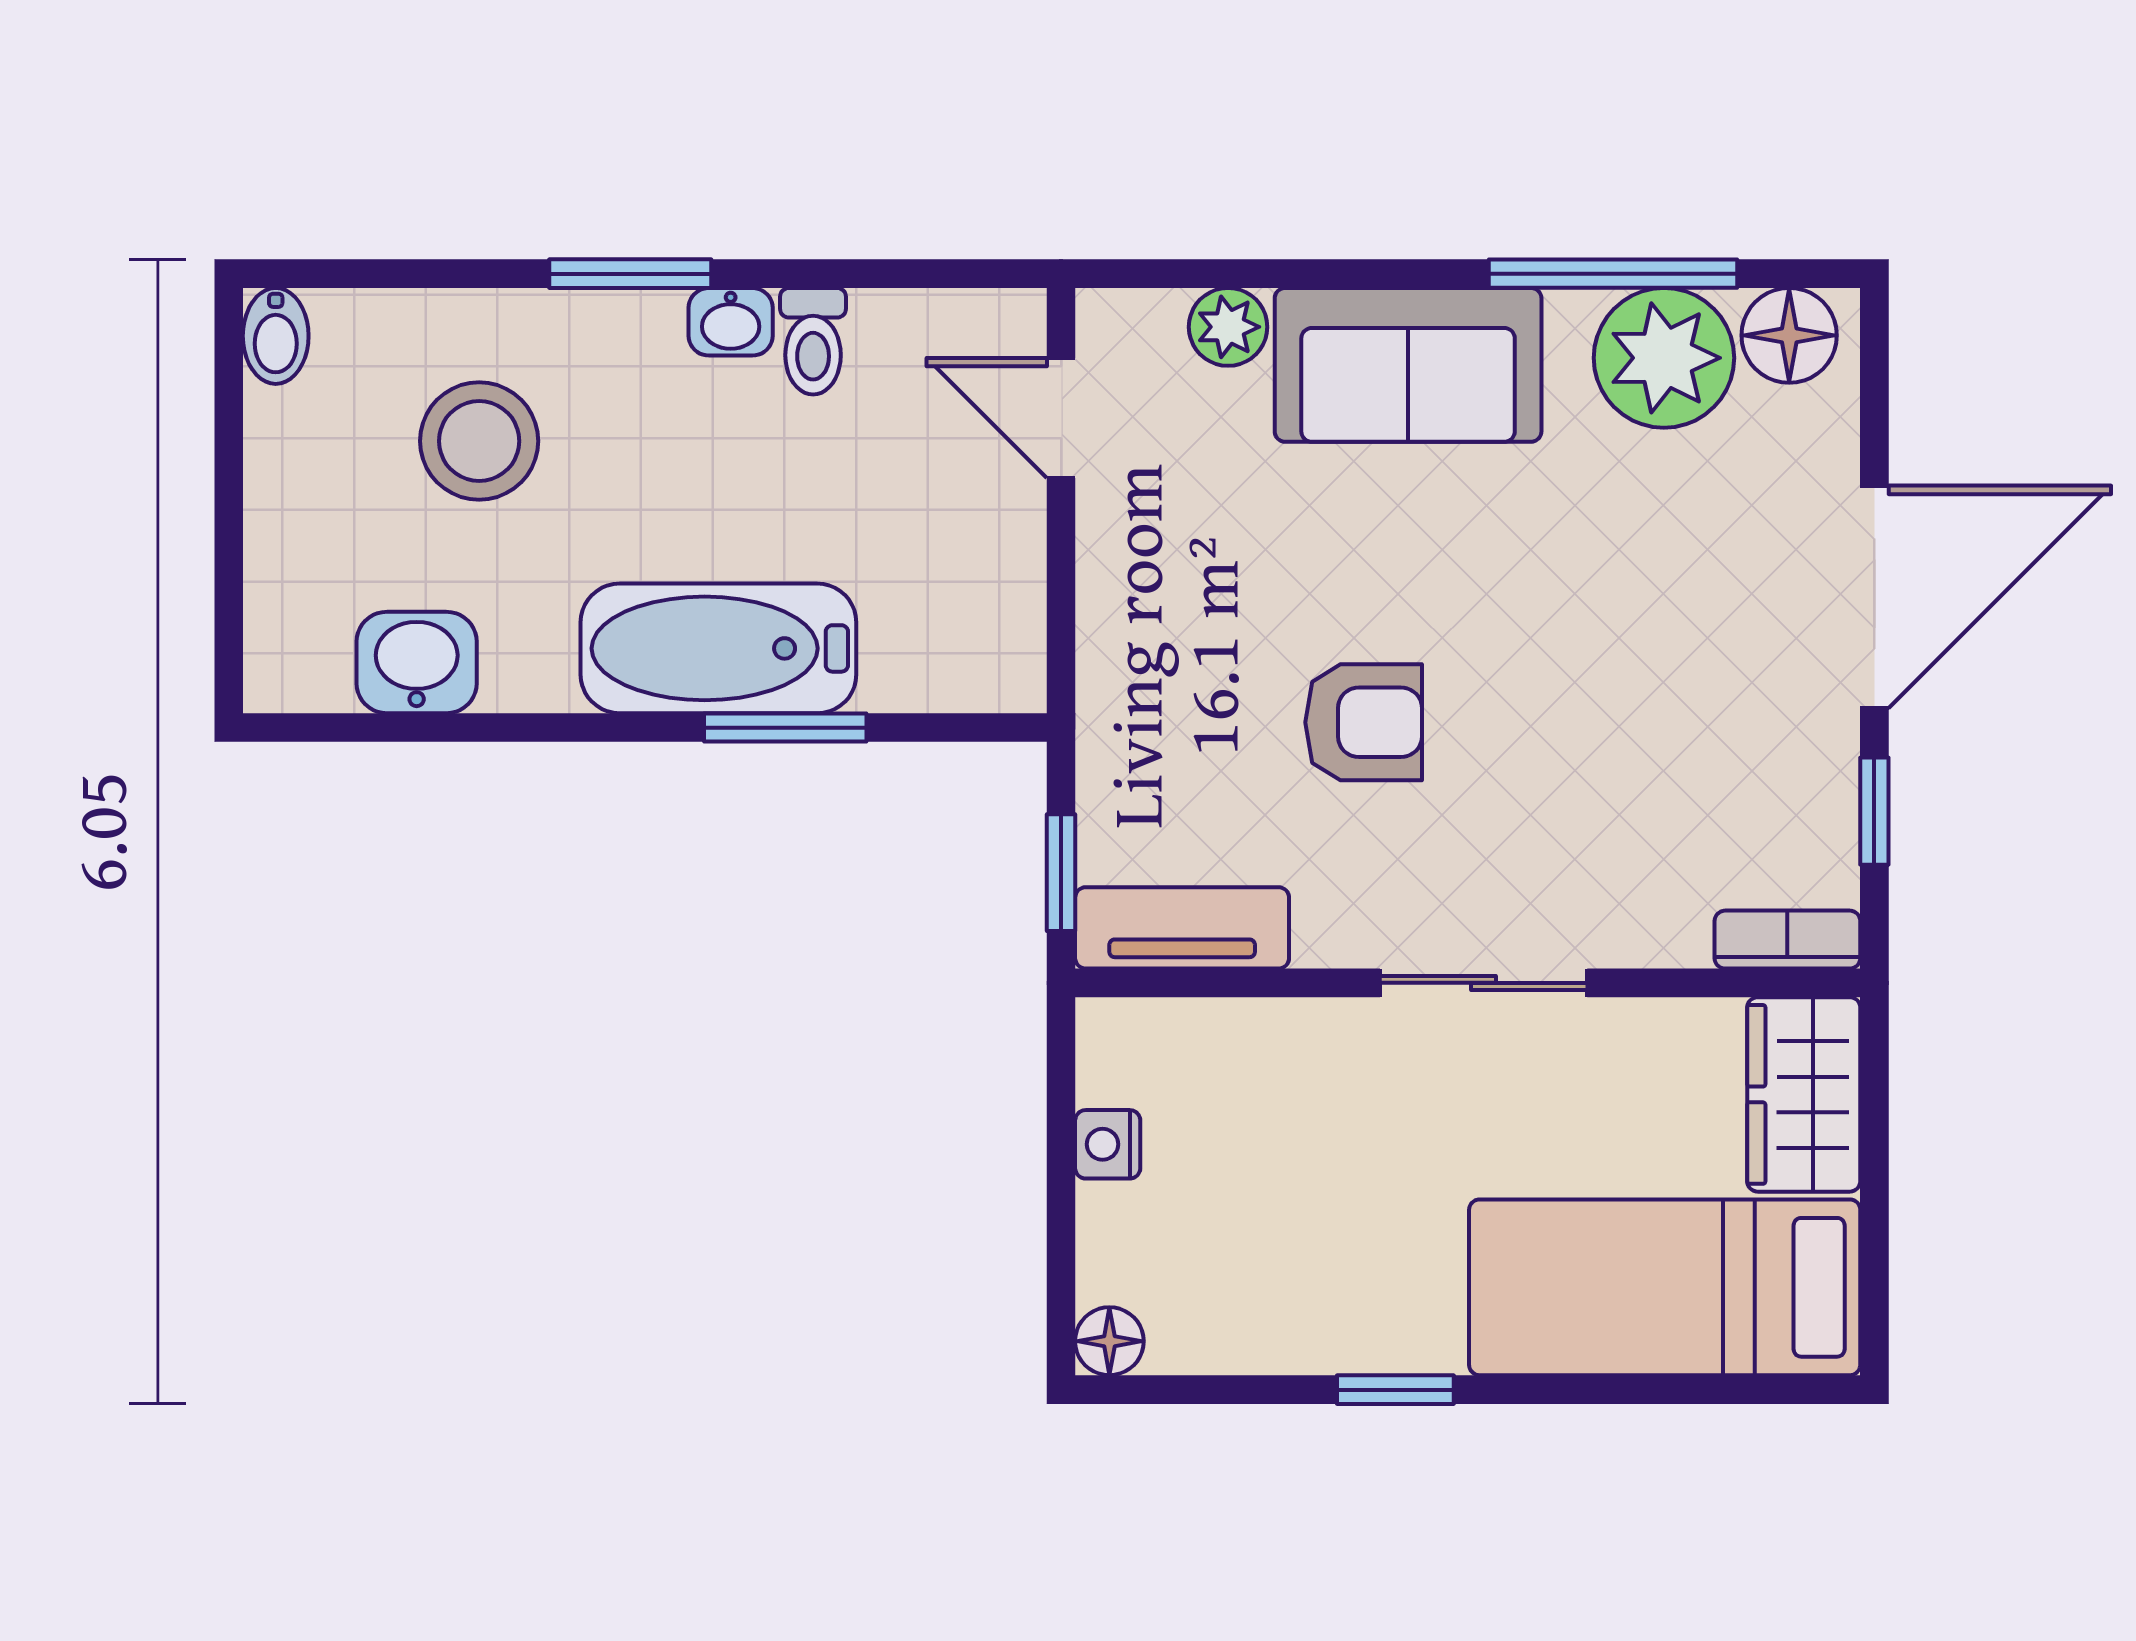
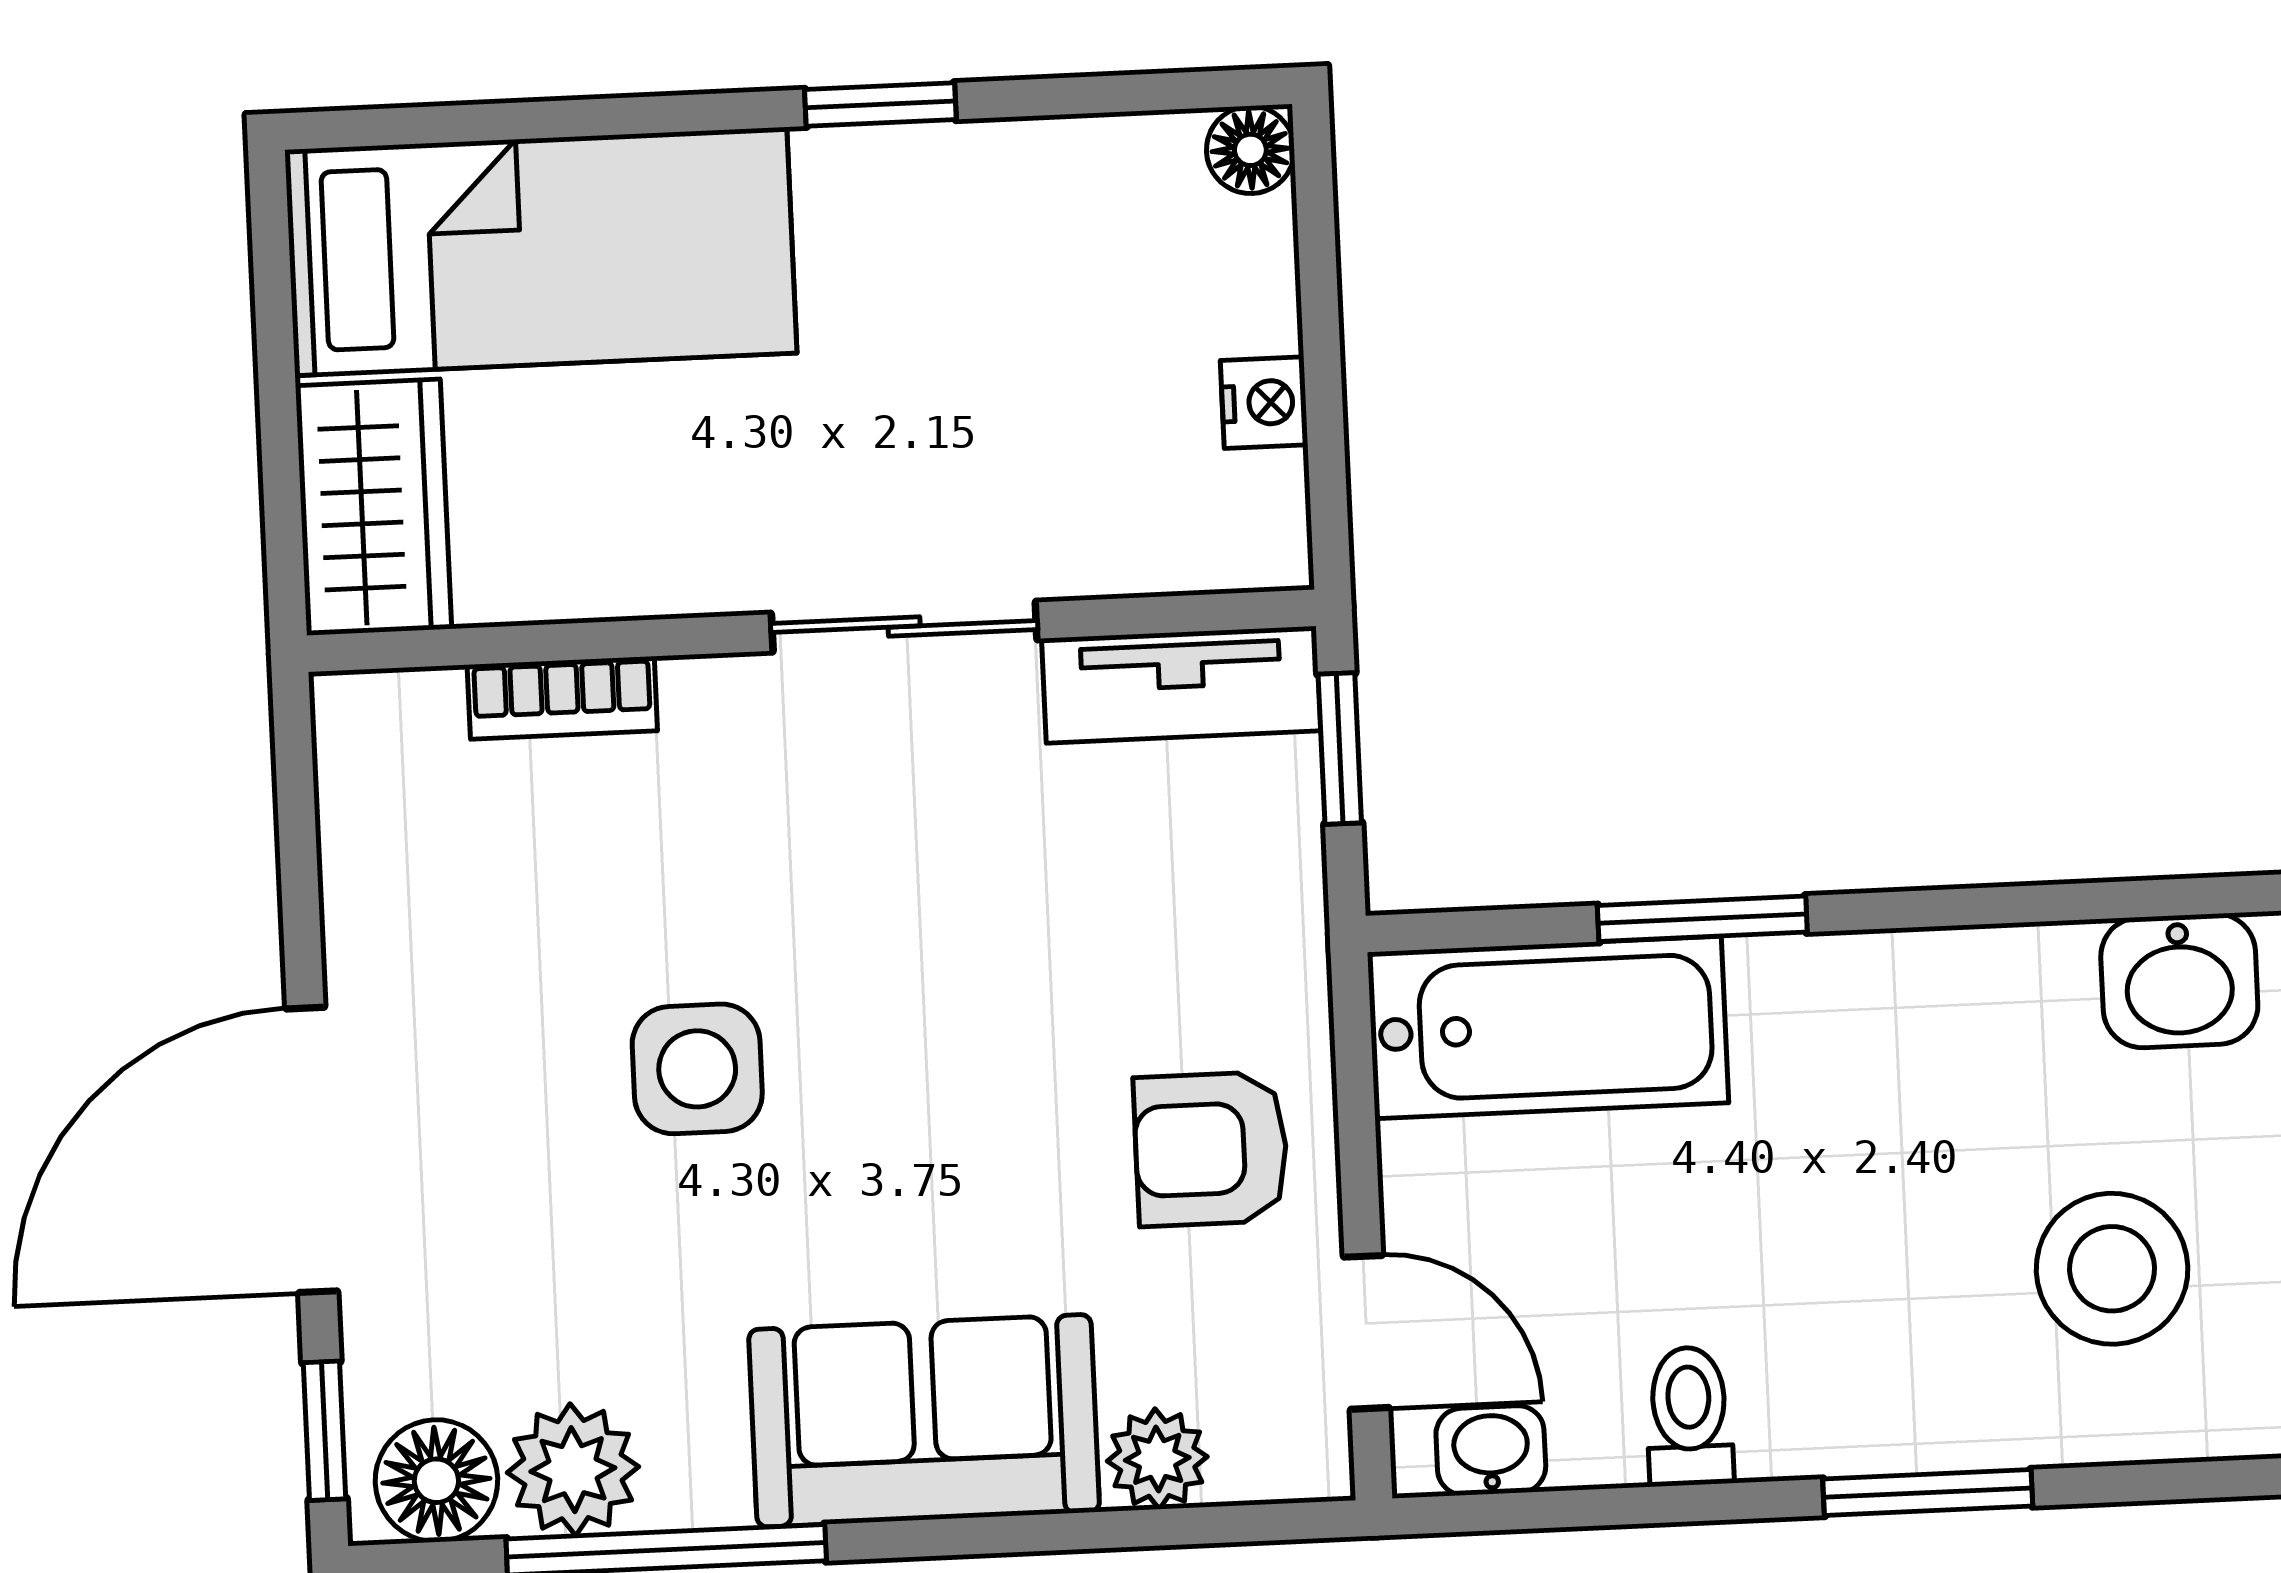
washbasin: (731, 322) -> (1491, 1450), moved
plant: (1664, 358) -> (573, 1470), width x0.73, depth x0.73
side table: (1572, 646) -> (697, 1069), added
bathtub: (718, 648) -> (1548, 1028), moved
armchair: (1364, 722) -> (1211, 1149), moved
window: (1874, 811) -> (325, 1431), moved
bookcase: (1787, 940) -> (562, 698), moved
sliding door: (1484, 983) -> (904, 627), moved

